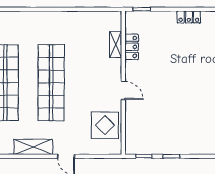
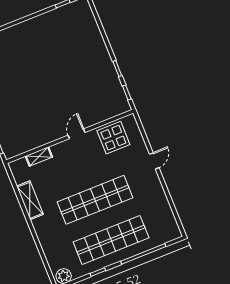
locker: (132, 47) -> (35, 142), removed
shelving: (33, 147) -> (30, 200), moved

